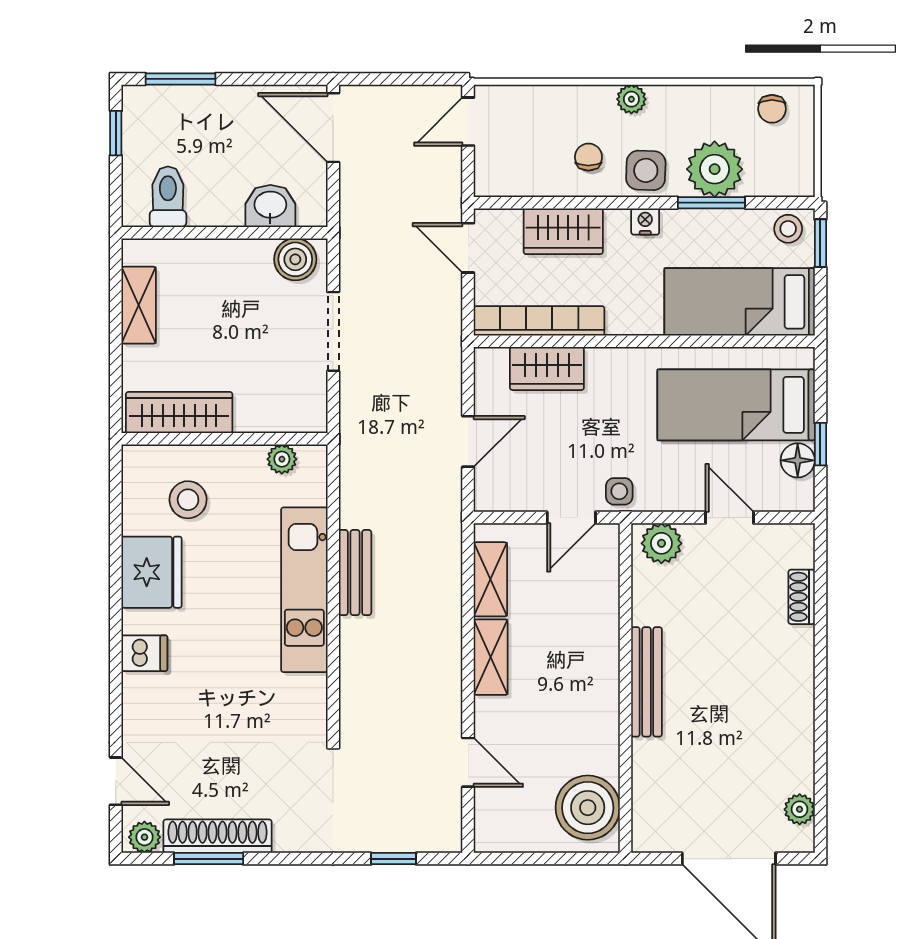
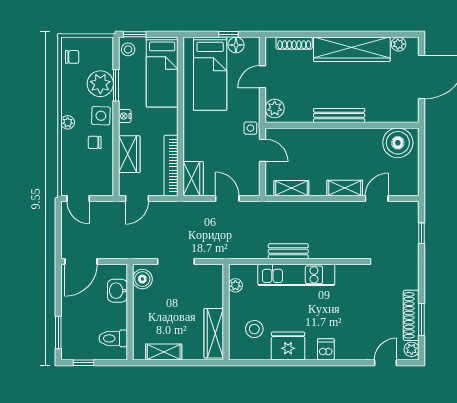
wardrobe: (547, 368) -> (193, 179), moved
shoe rack: (802, 597) -> (294, 43), width x1.43
shelving: (491, 657) -> (345, 188), moved
wardrobe: (788, 709) -> (352, 49), added

